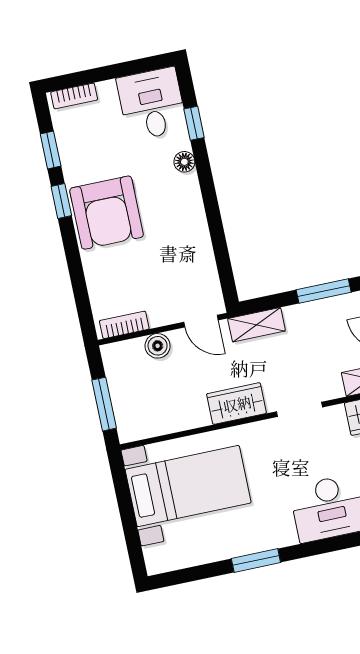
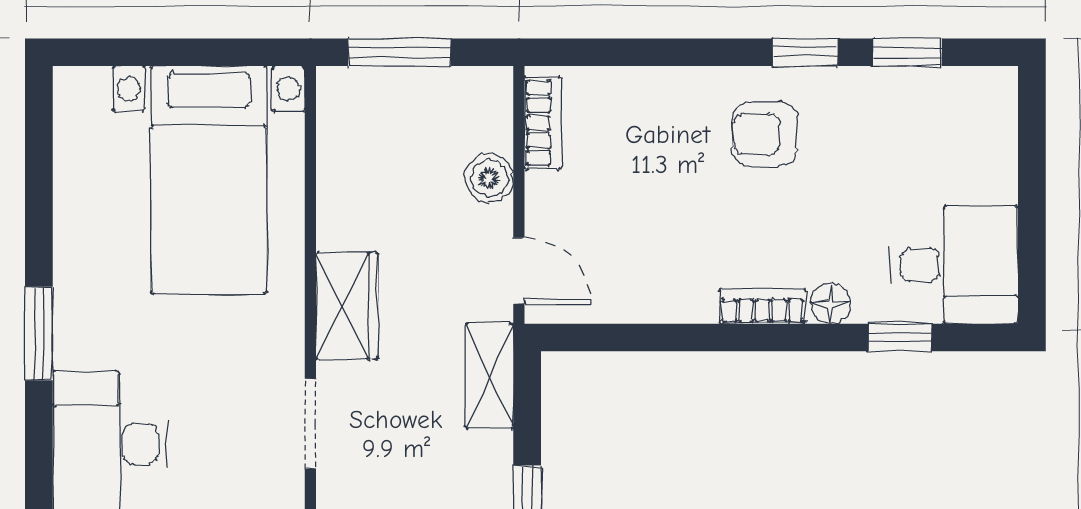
bookcase: (74, 96) -> (762, 306), moved, turned 90
armchair: (107, 213) -> (765, 134), width x0.53, depth x0.53
door: (201, 321) -> (519, 271), swing flipped
window: (256, 561) -> (39, 334), moved

